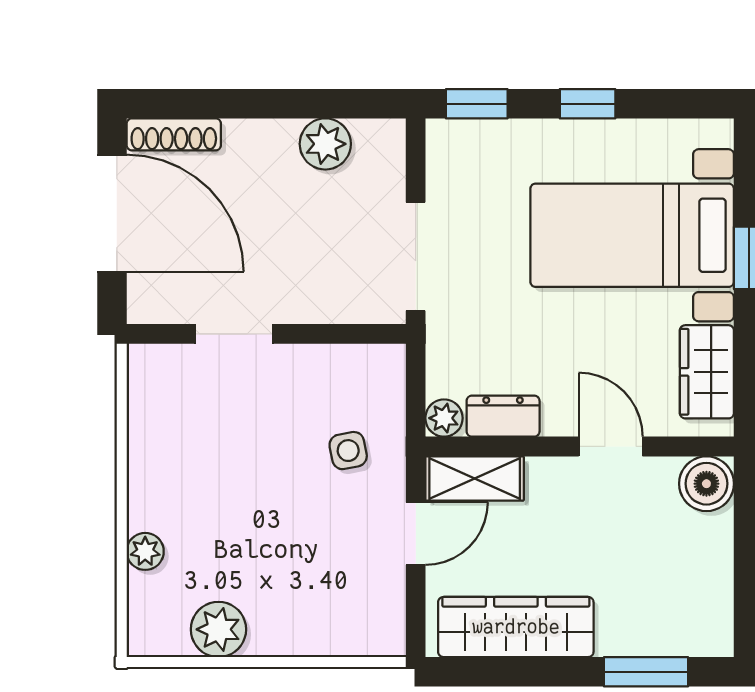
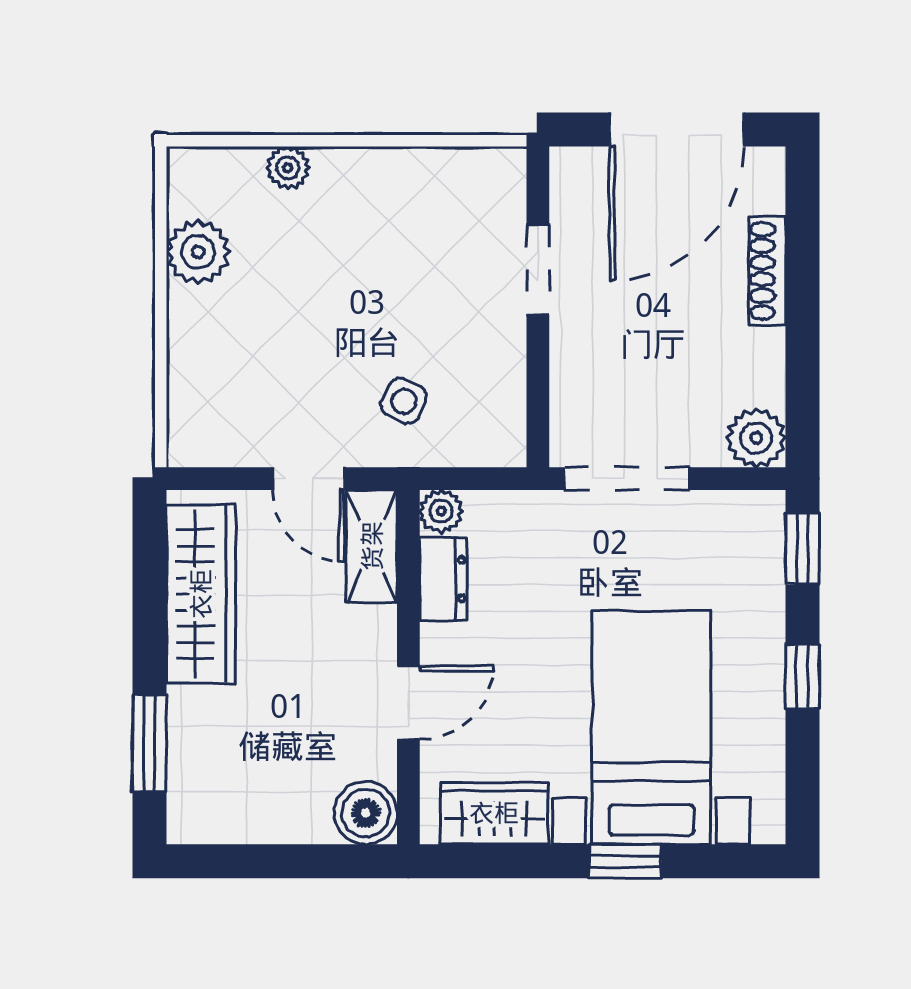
shoe rack: (174, 134) -> (767, 271), moved
plant: (325, 144) -> (756, 438), moved
side table: (348, 451) -> (404, 401), turned 36

